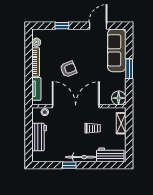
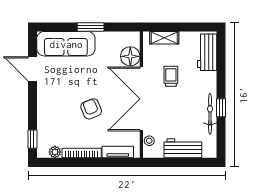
window: (62, 26) -> (32, 139), moved
floor lamp: (119, 98) -> (130, 56), moved
bicycle: (81, 157) -> (210, 114), moved

